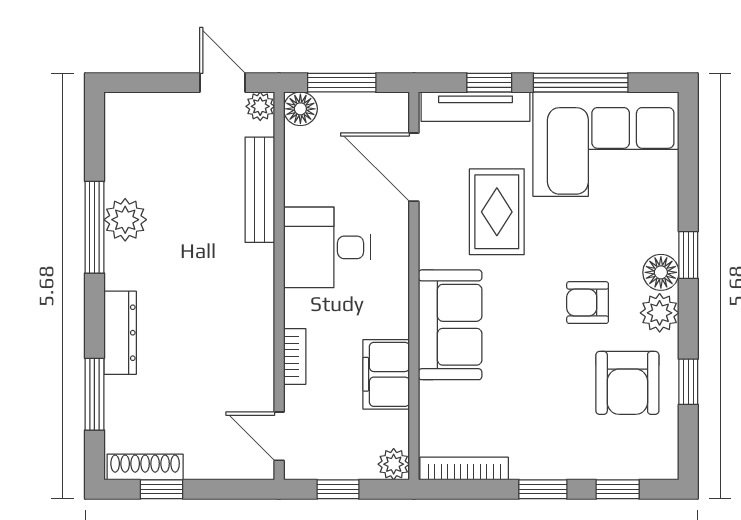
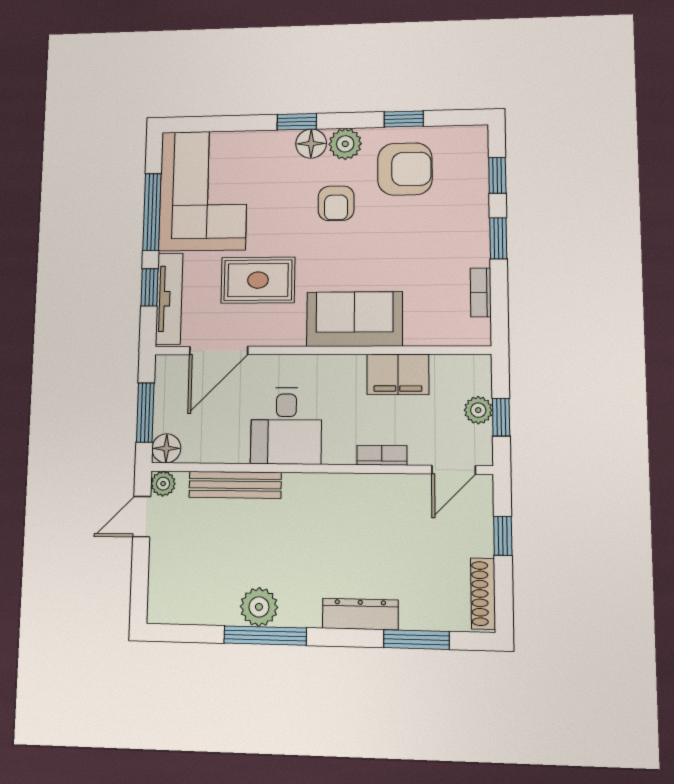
plant: (394, 464) -> (478, 410), moved
bookcase: (464, 469) -> (481, 292), width x0.64
window: (162, 489) -> (503, 536), moved

